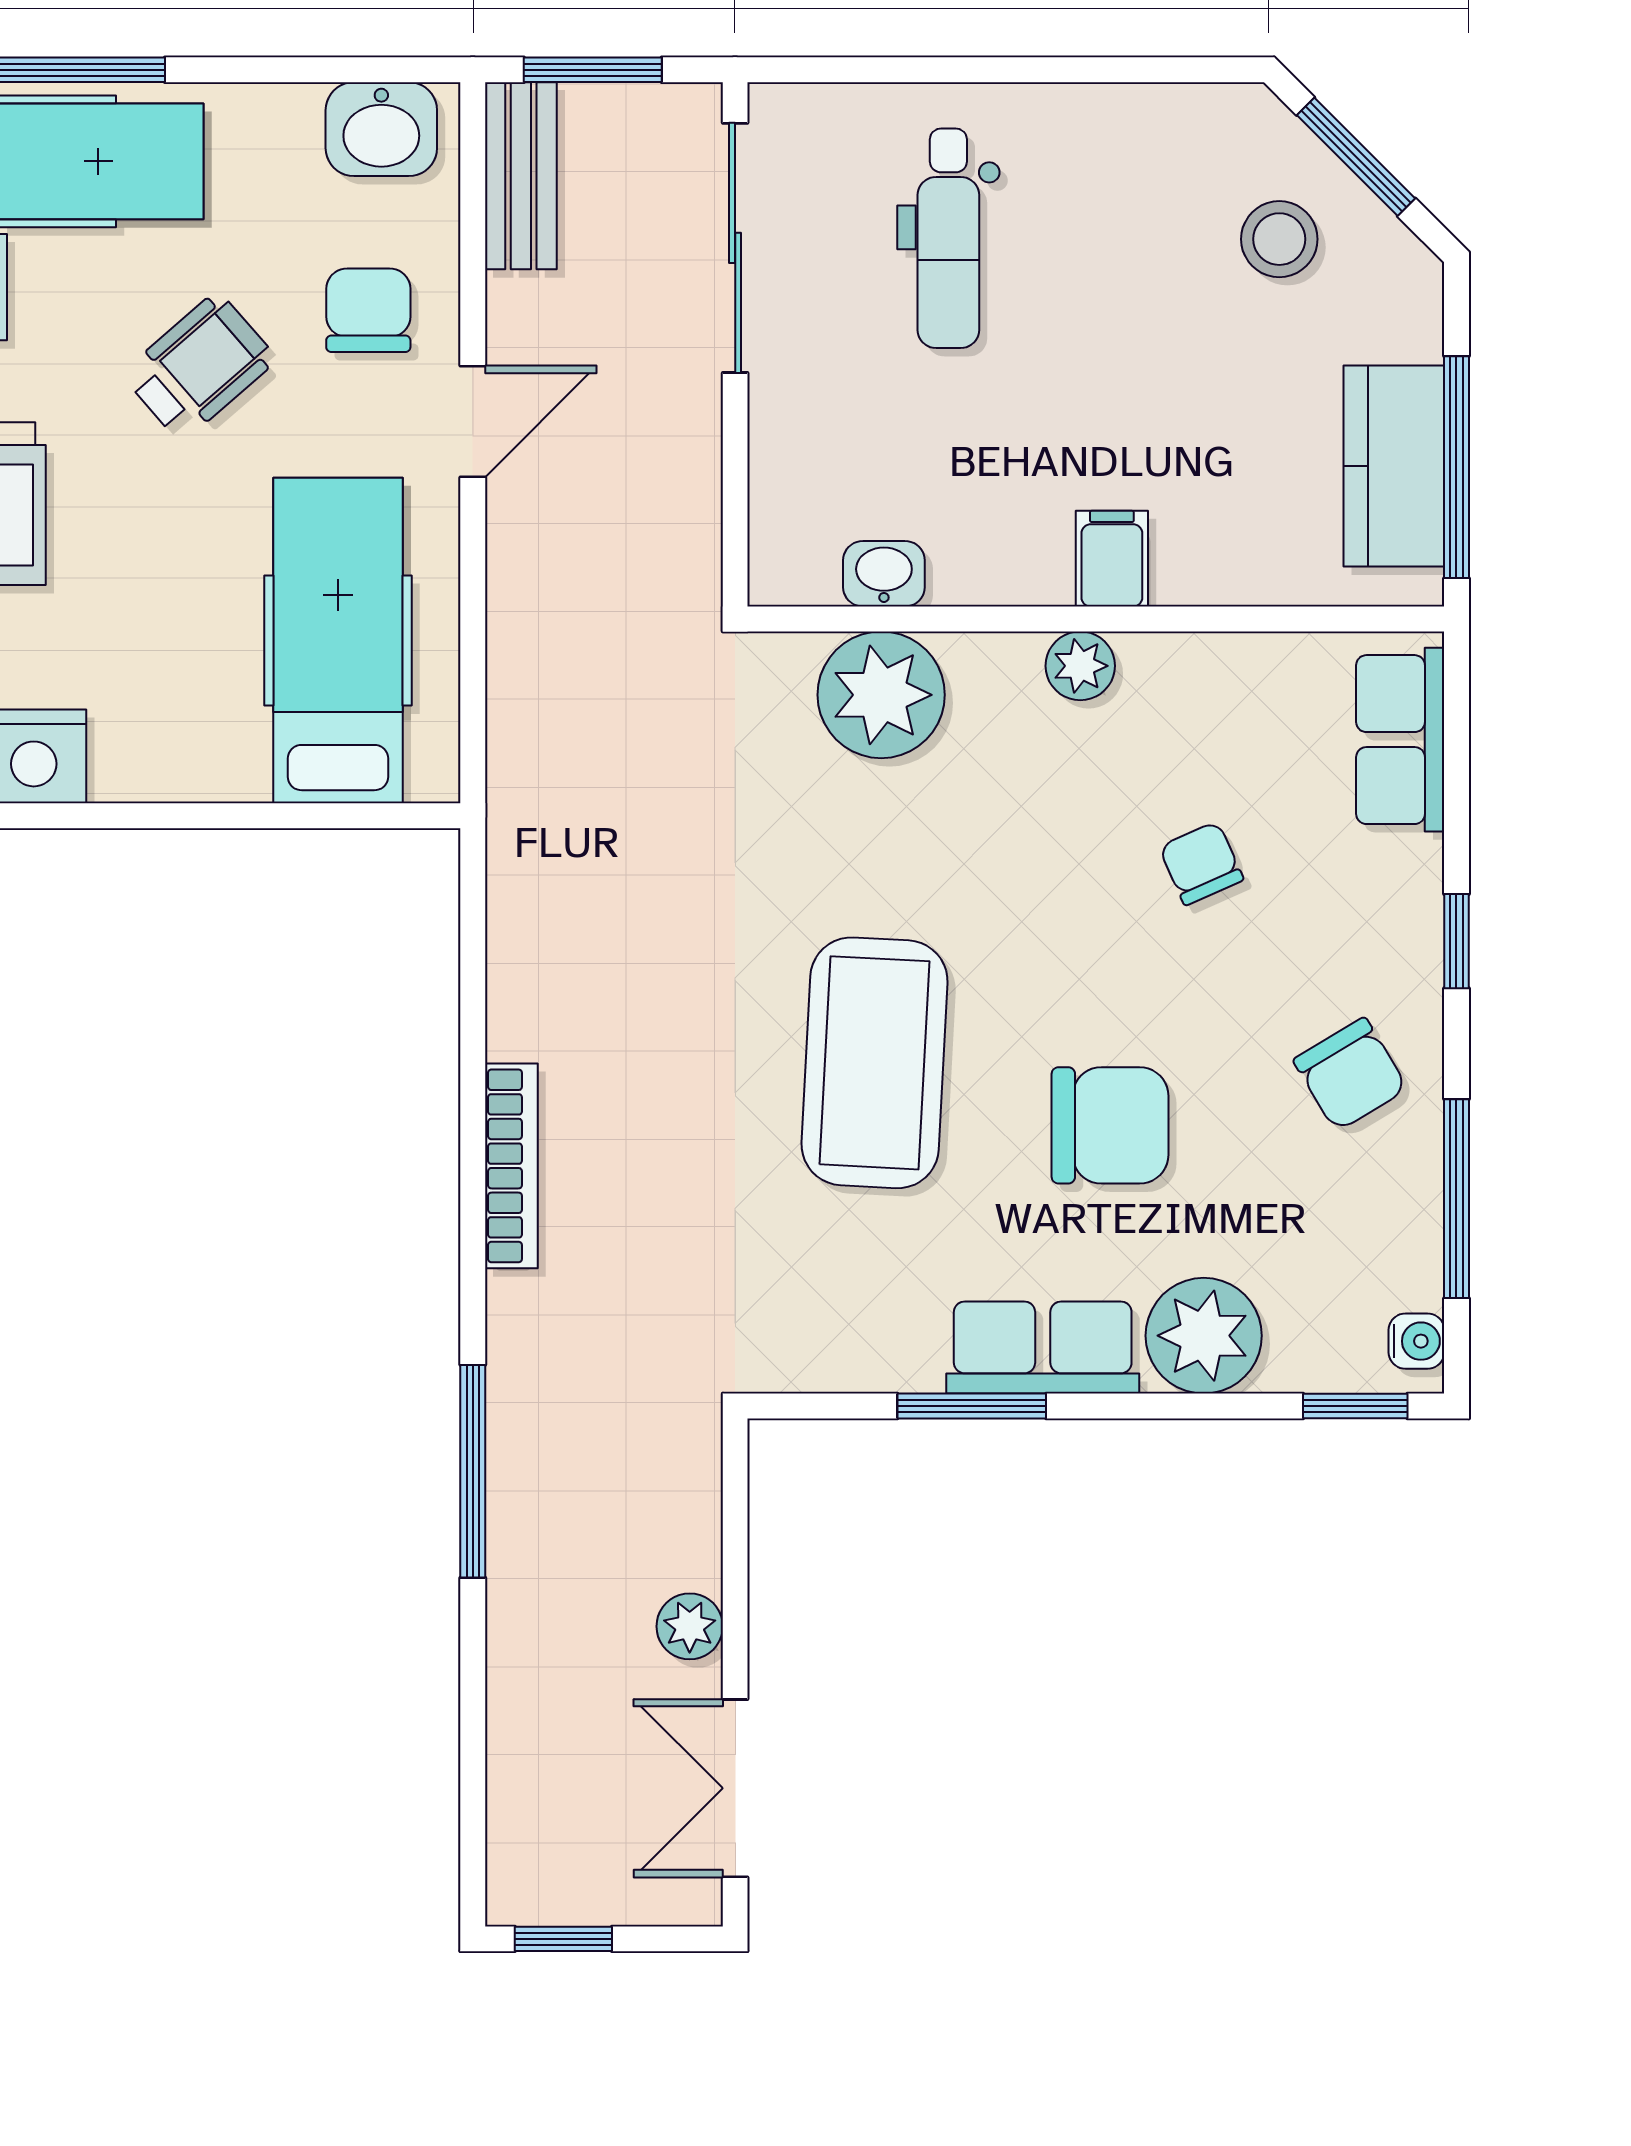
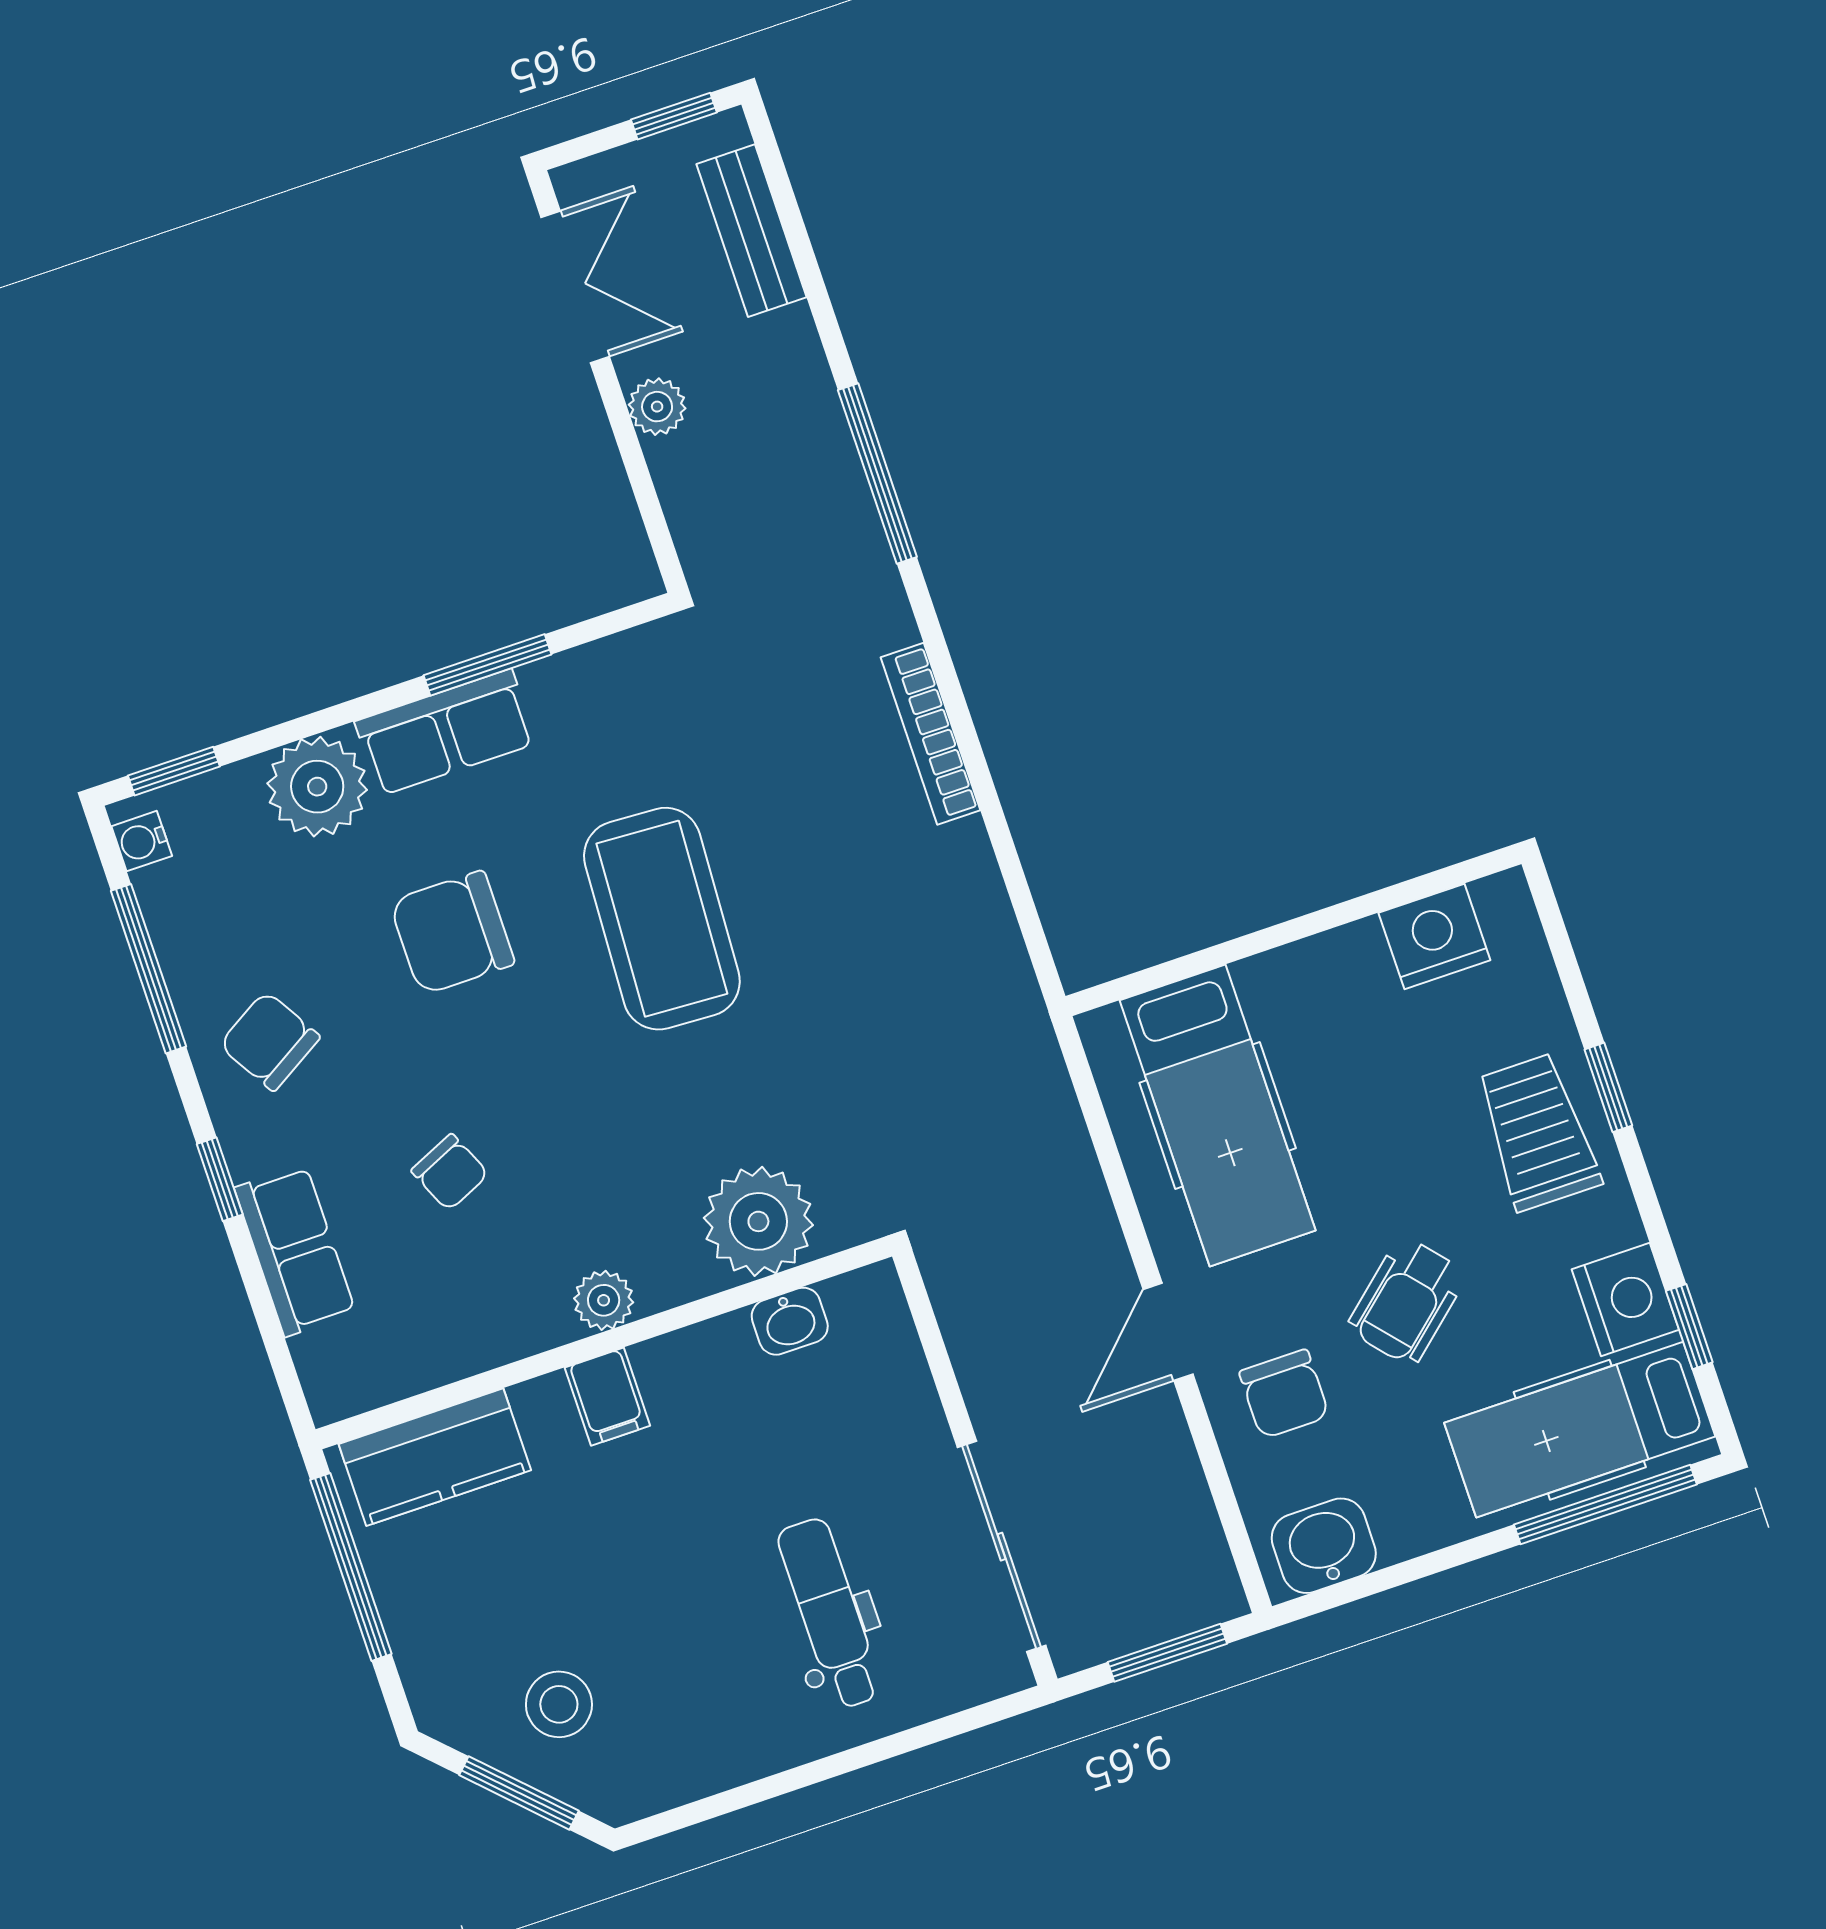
bench: (521, 176) -> (751, 231), moved
kitchen counter: (1394, 466) -> (435, 1457), moved, turned 90
row of seats: (1400, 740) -> (295, 1250), moved

